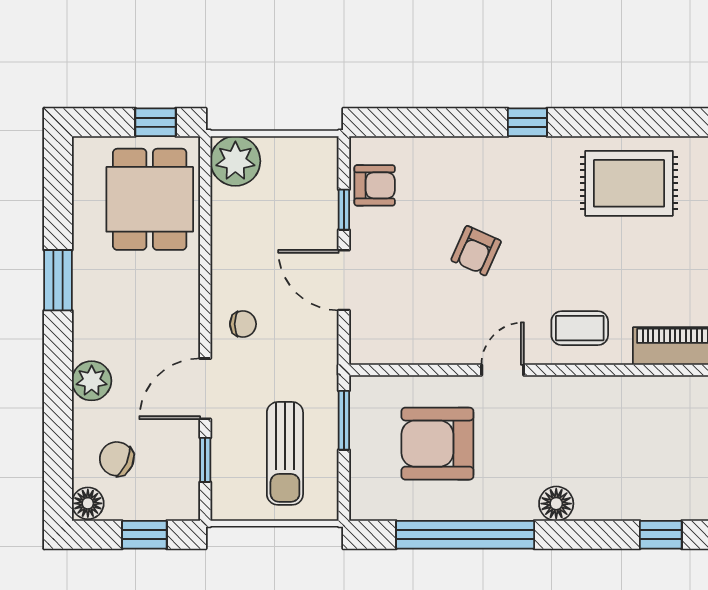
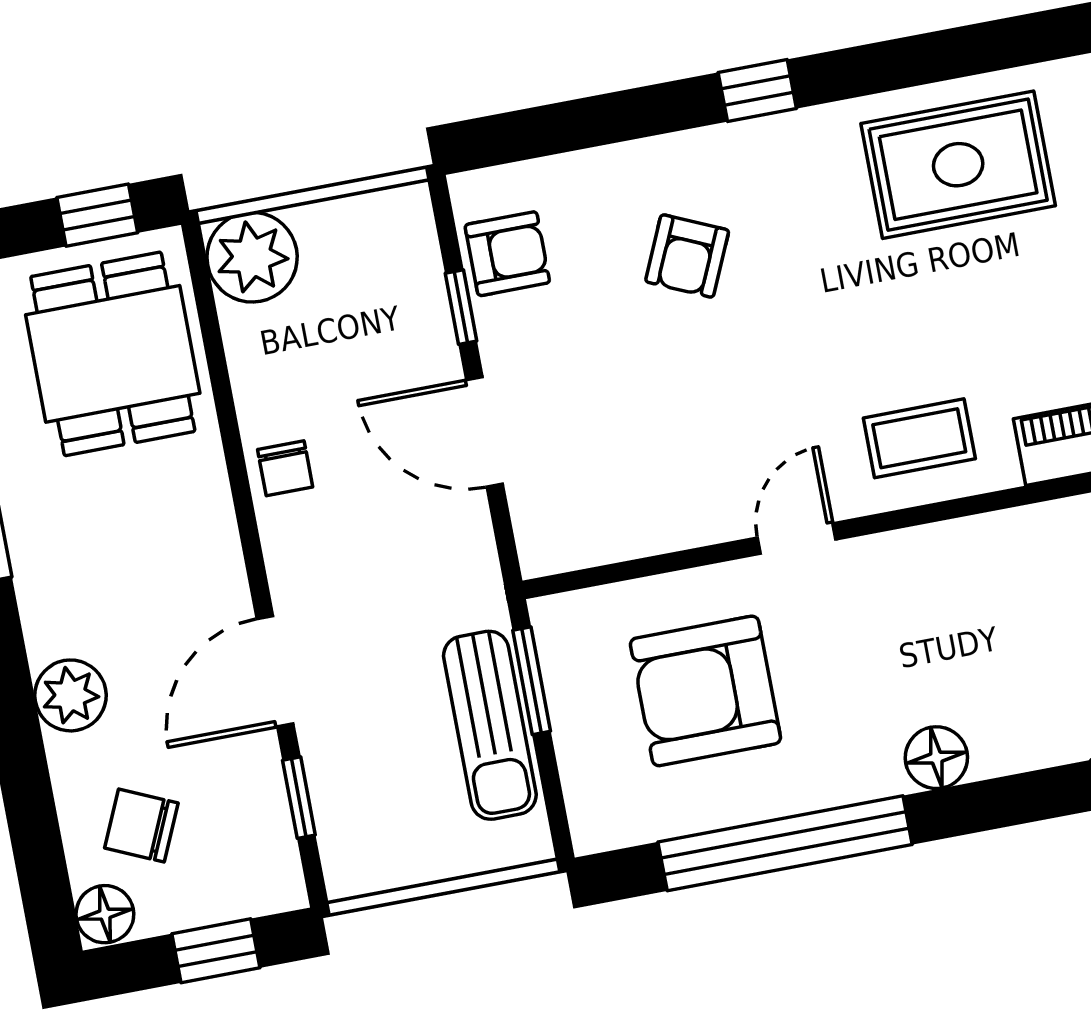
armchair: (476, 251) -> (687, 256), moved
chair: (243, 324) -> (285, 468), moved, turned 90
sun lounger: (285, 453) -> (490, 725), moved

